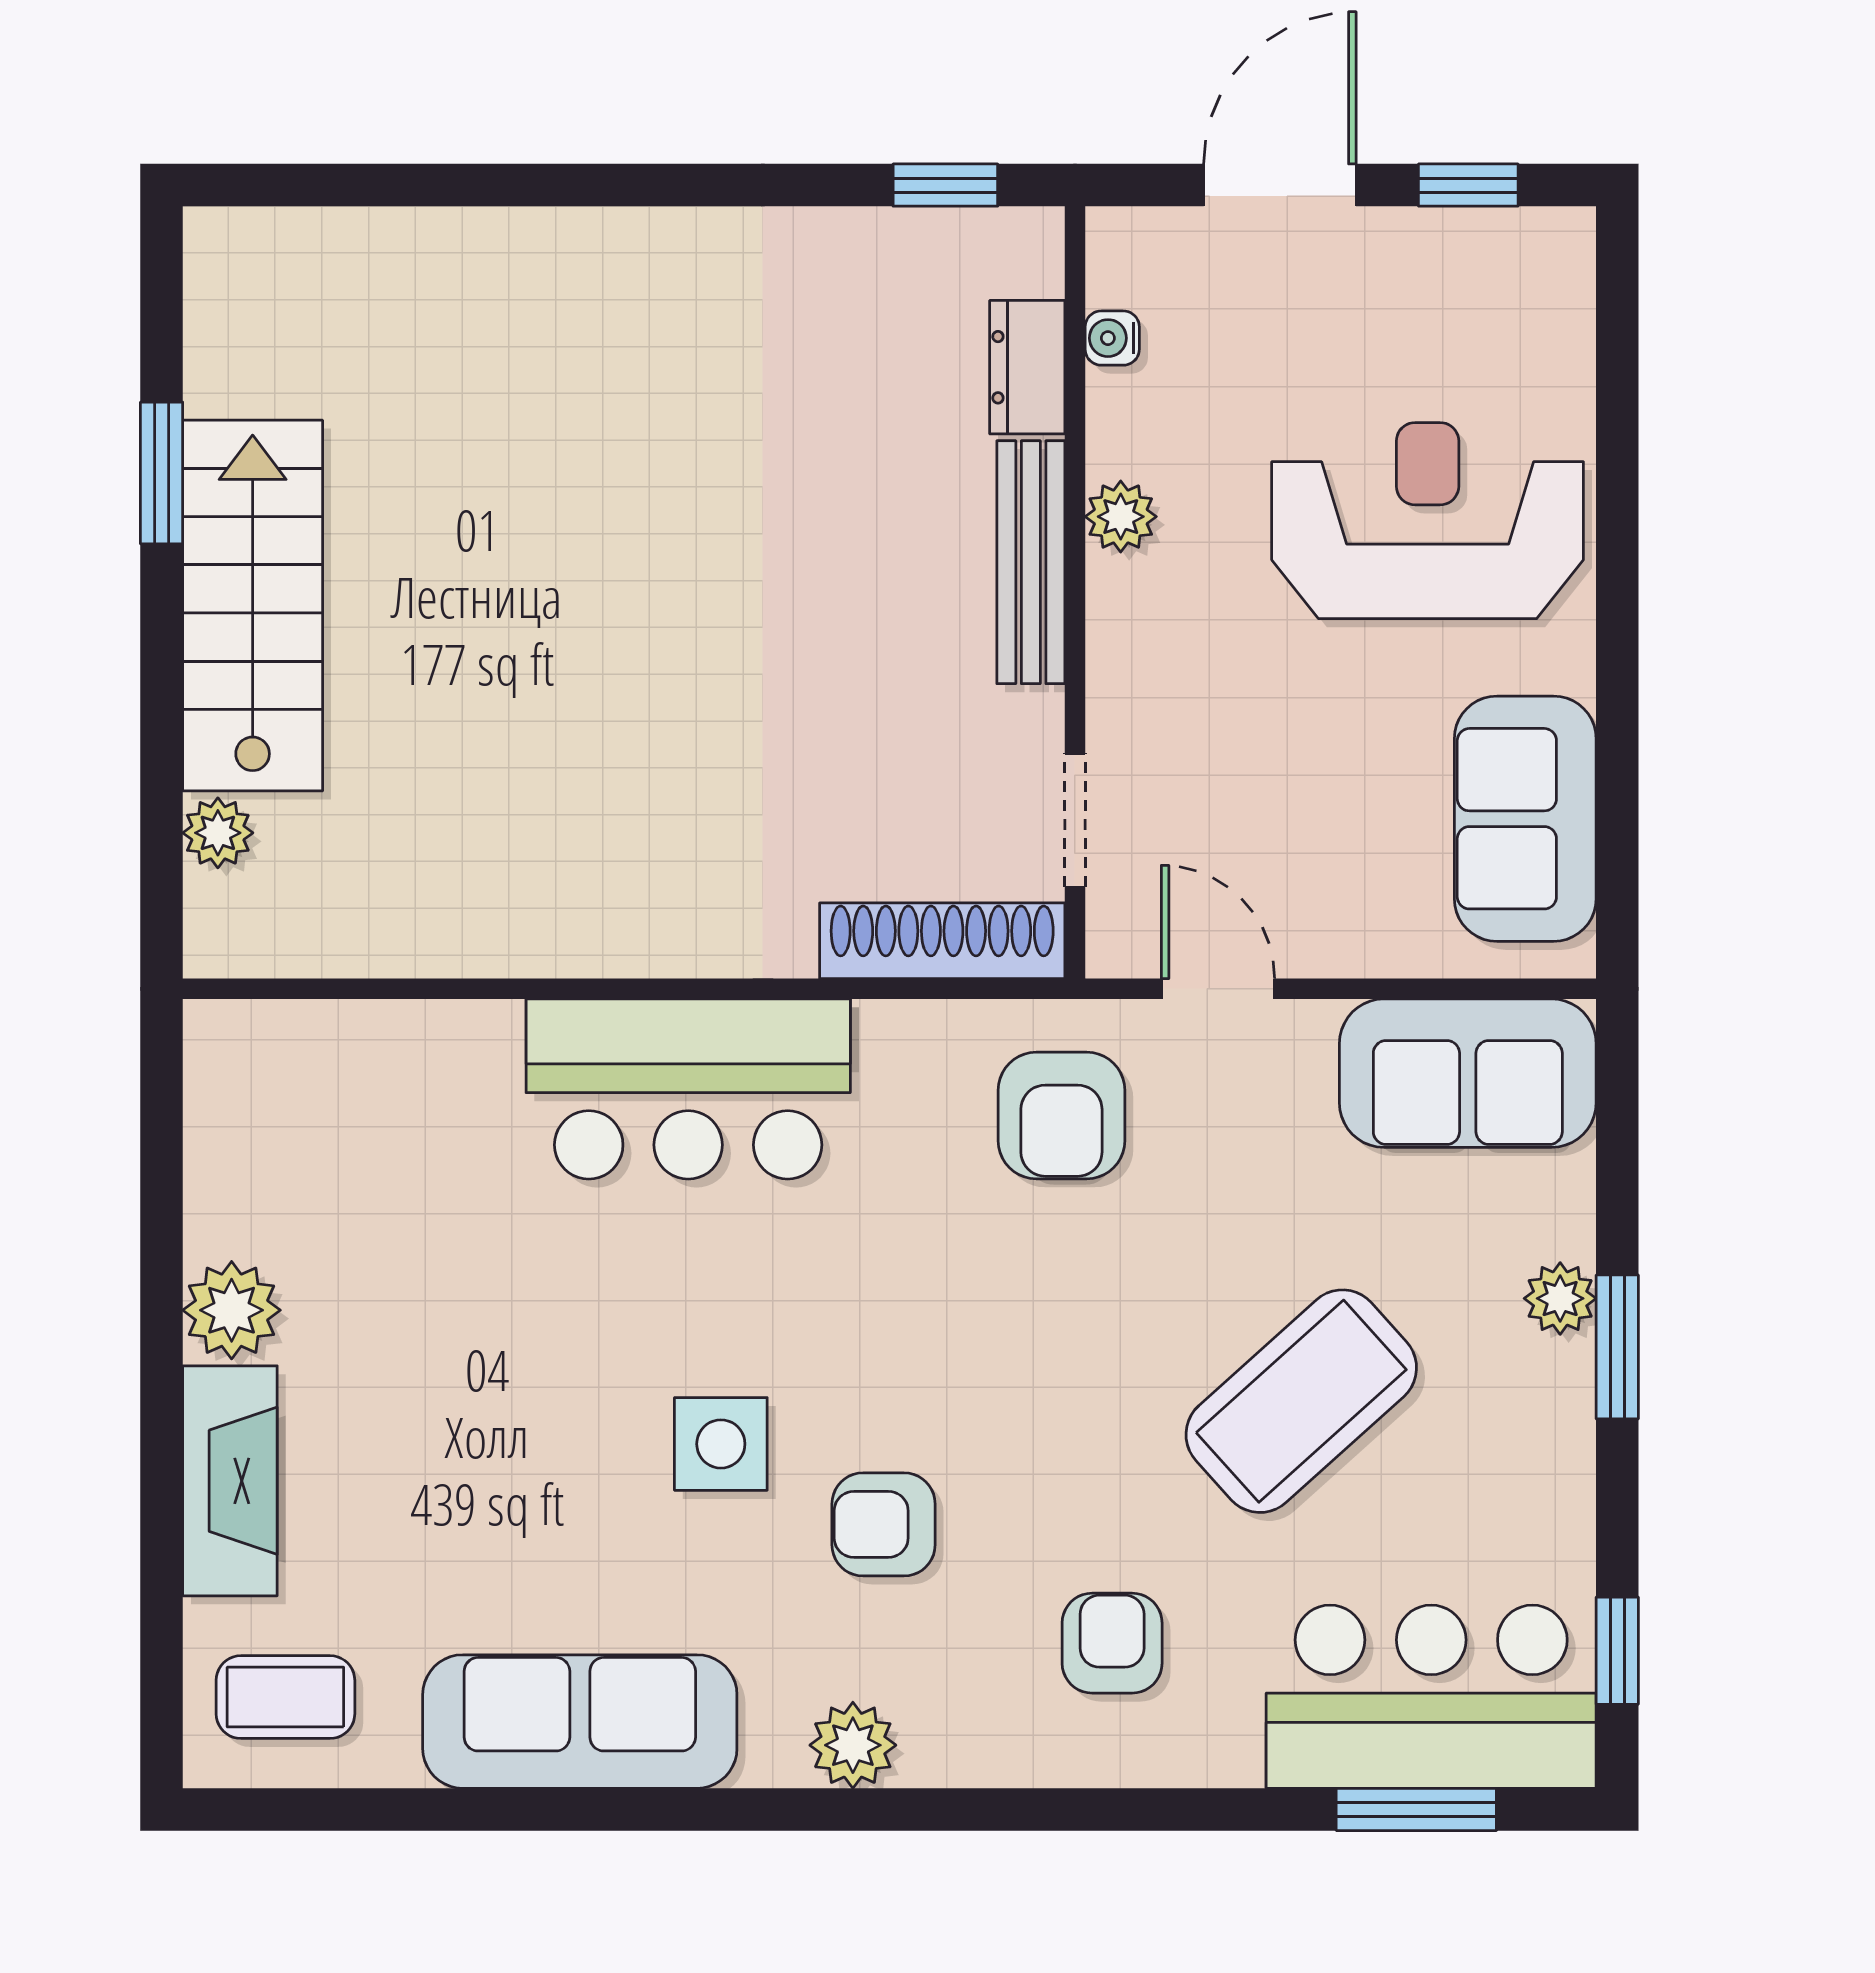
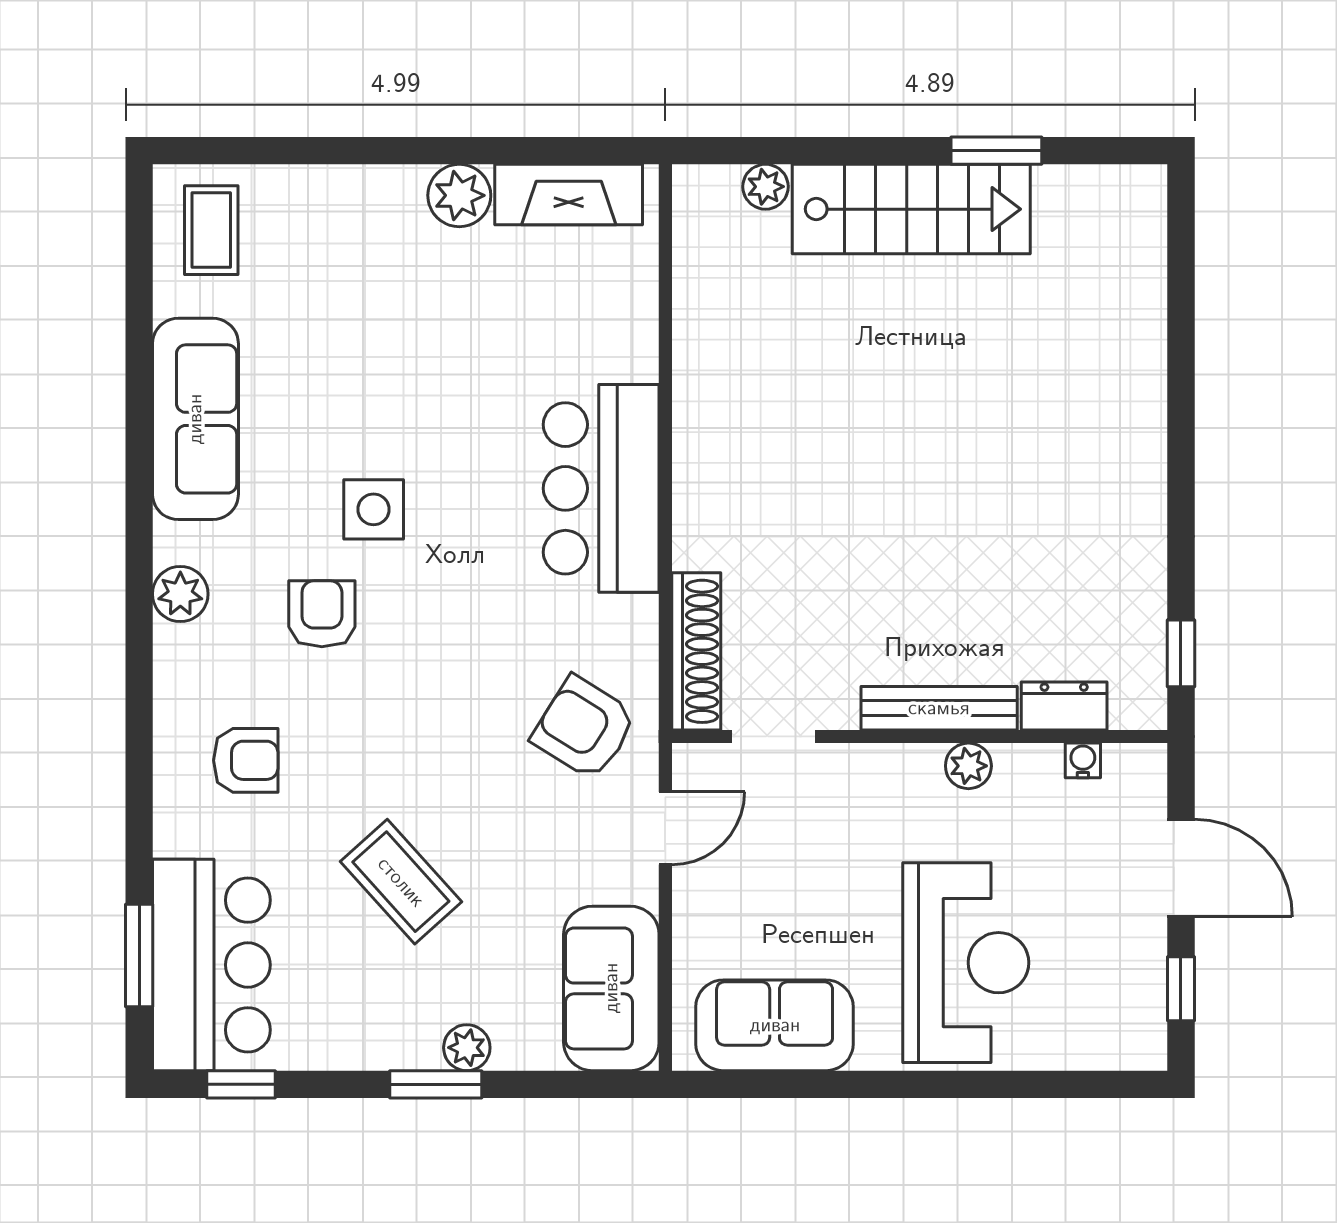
armchair: (1061, 1115) -> (584, 728), turned 32
coffee table: (1301, 1401) -> (401, 882), width x0.73, depth x0.76
fireplace: (230, 1481) -> (569, 194), moved

